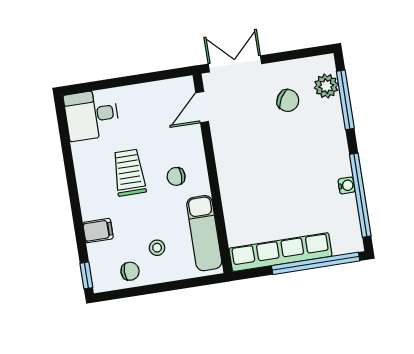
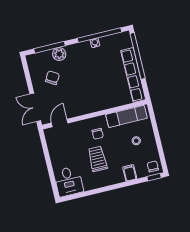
plant: (326, 86) -> (59, 54), moved
door: (202, 107) -> (60, 123), swing flipped
trolley: (129, 173) -> (98, 159), turned 90
chair: (130, 271) -> (153, 166), moved

